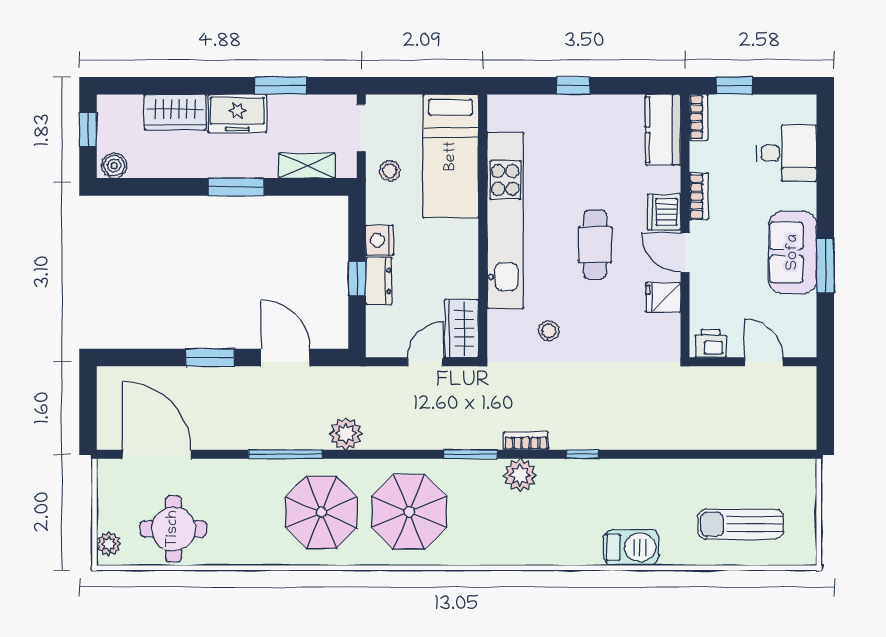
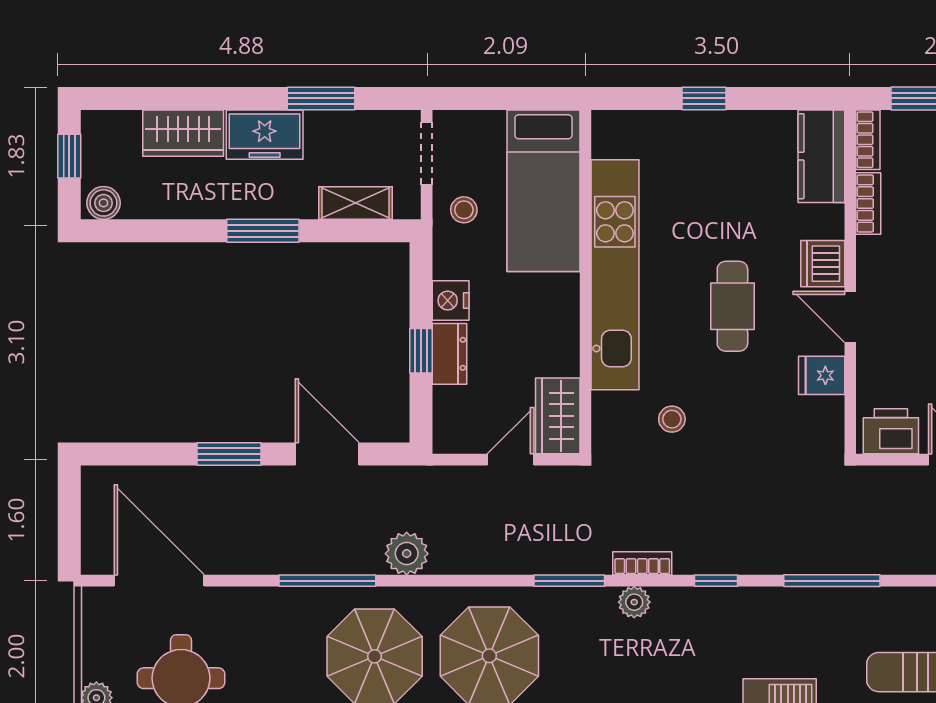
bookcase: (699, 196) -> (868, 203), moved
printer: (711, 343) -> (891, 431), width x1.36, depth x1.24
window: (671, 454) -> (832, 581), added
plant: (520, 475) -> (634, 602), width x0.73, depth x0.73

